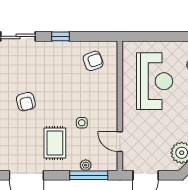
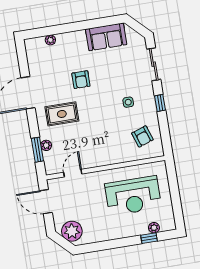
armchair: (26, 102) -> (81, 80), moved, turned -76
side table: (82, 123) -> (128, 102), moved
window: (89, 175) -> (37, 150), width x0.69

